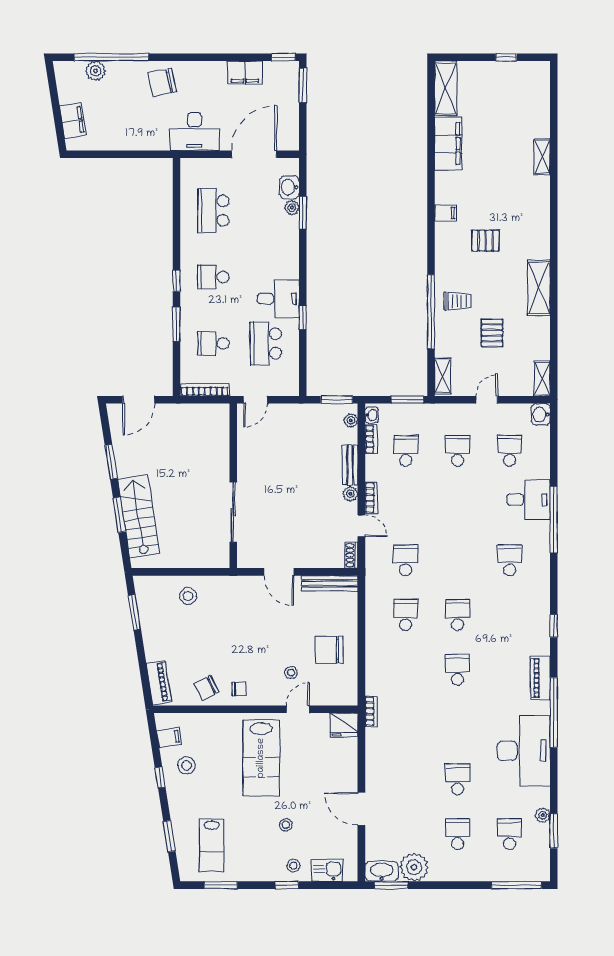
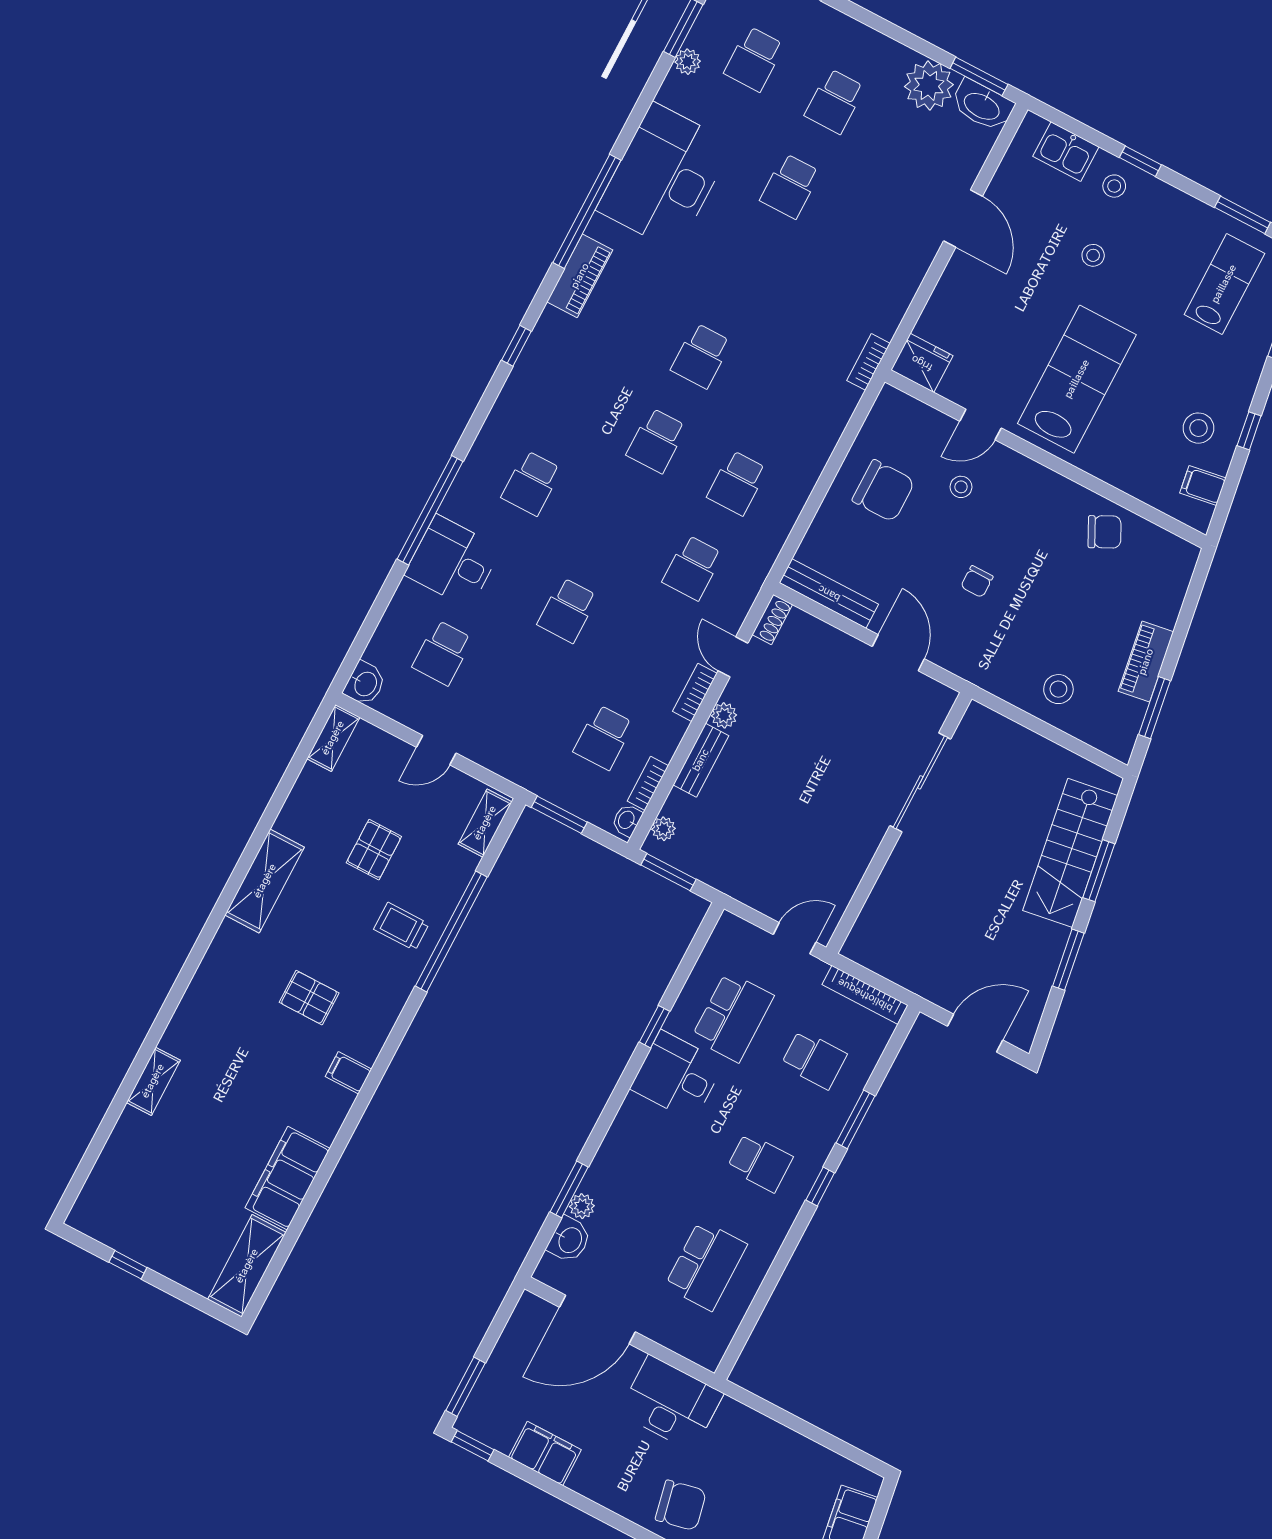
school desk: (458, 451) -> (567, 610), moved
piano: (159, 683) -> (1146, 662), moved
chair: (239, 689) -> (977, 582), moved, turned -90

